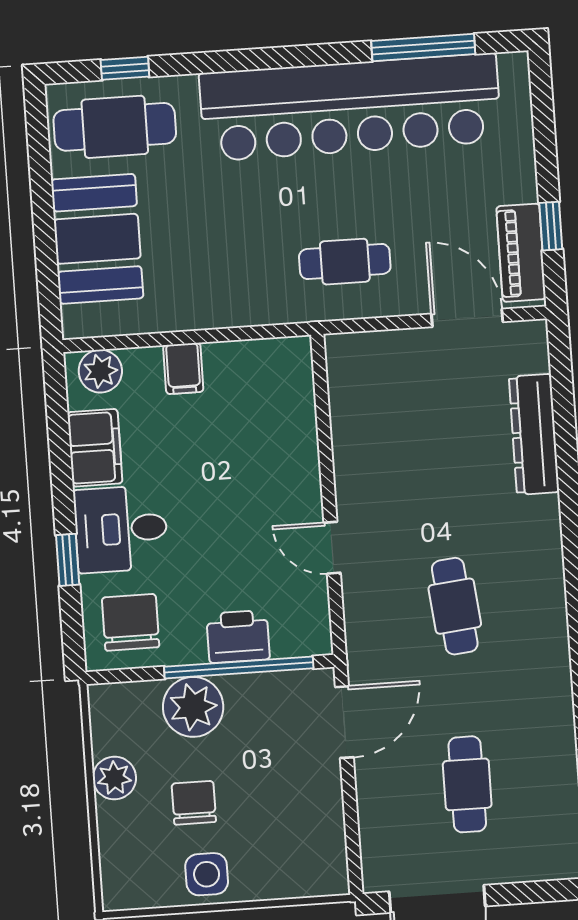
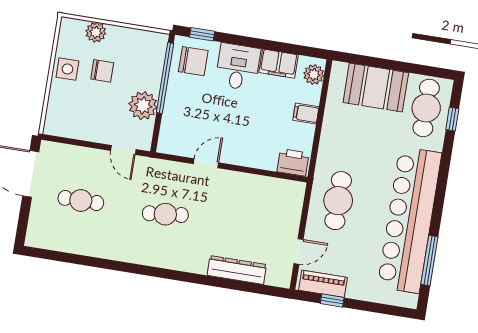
cafe table: (345, 262) -> (338, 201), width x1.37, depth x1.35
door: (467, 318) -> (298, 251), width x0.73
window: (68, 560) -> (202, 34), moved
printer: (238, 637) -> (293, 162), moved, turned -90
window: (239, 667) -> (165, 78), moved
plant: (193, 707) -> (143, 106), moved
door: (344, 722) -> (123, 150), width x0.73
plant: (114, 778) -> (96, 32), moved

